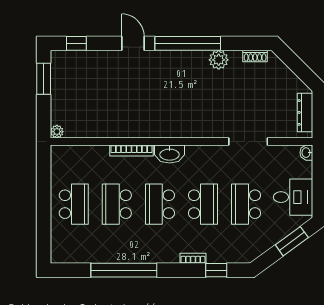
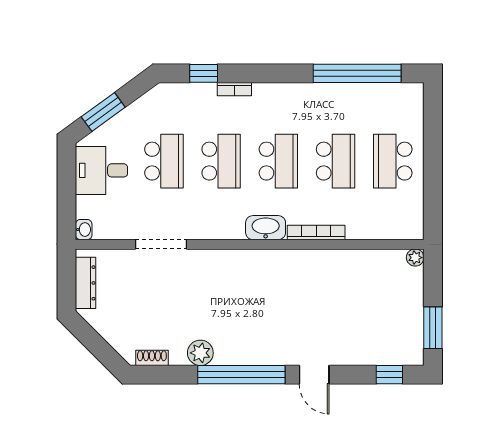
school desk: (203, 204) -> (221, 161), turned 180
window: (124, 270) -> (357, 73), moved

